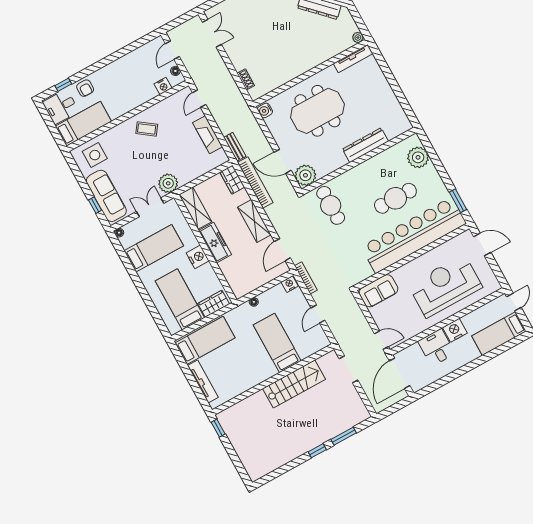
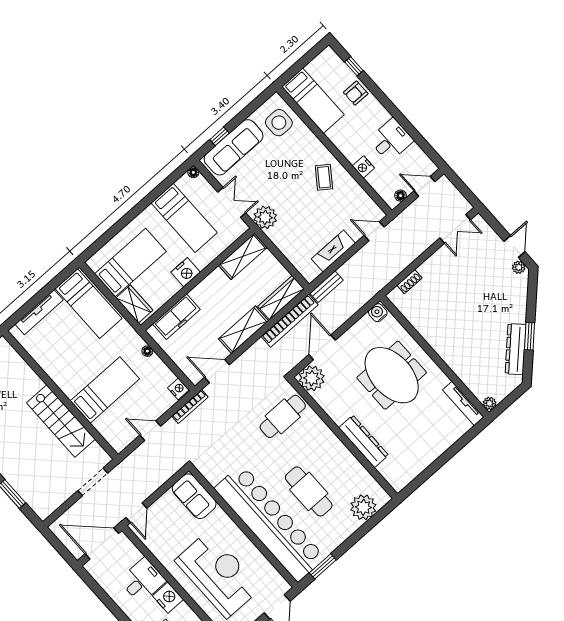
nightstand: (163, 86) -> (363, 167), moved
desk: (61, 107) -> (391, 140), moved, turned 90
wardrobe: (232, 180) -> (281, 298), width x1.50
freezer: (215, 243) -> (176, 317), moved

